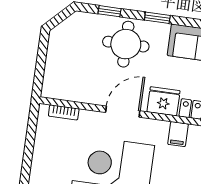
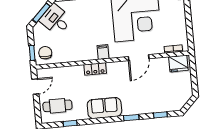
round table: (126, 44) -> (146, 98), removed
fridge: (163, 101) -> (178, 64), moved

